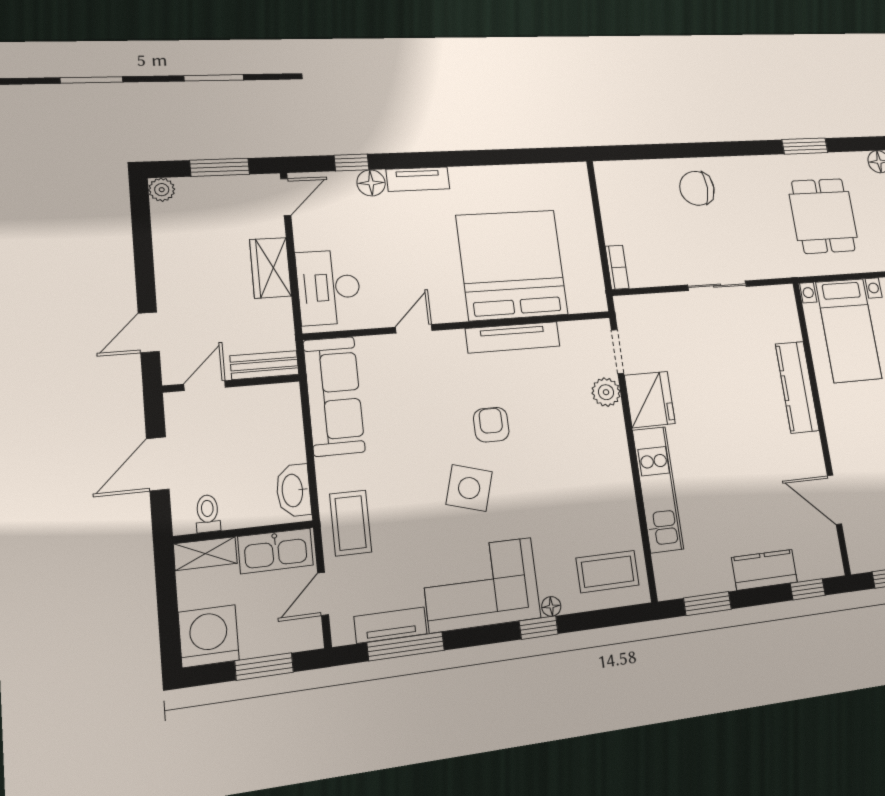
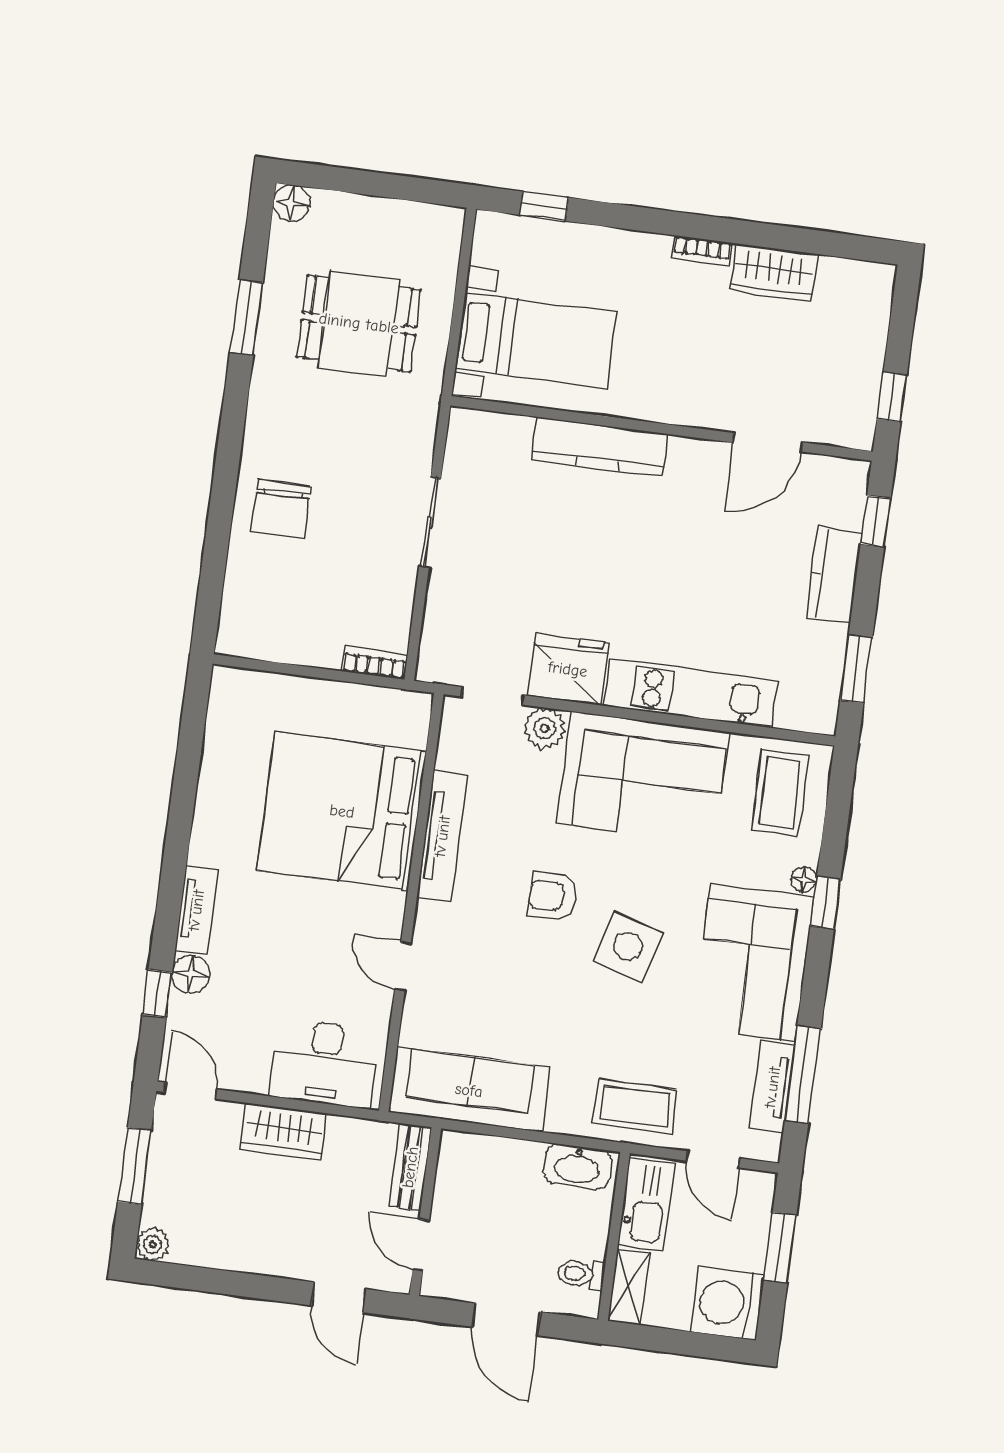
corner sofa: (591, 469) -> (642, 778), added

